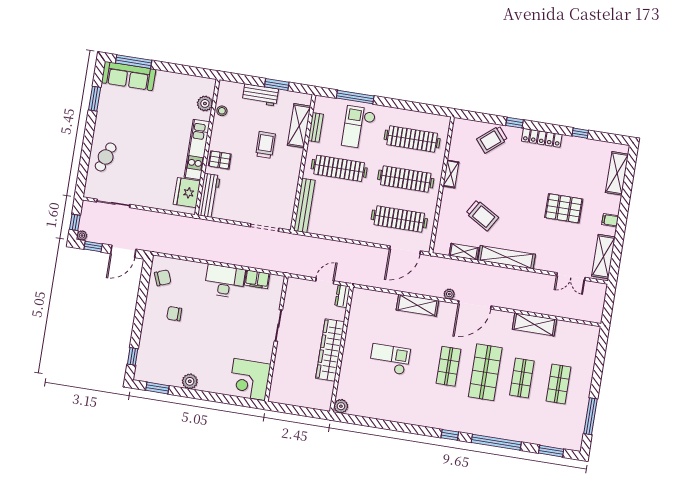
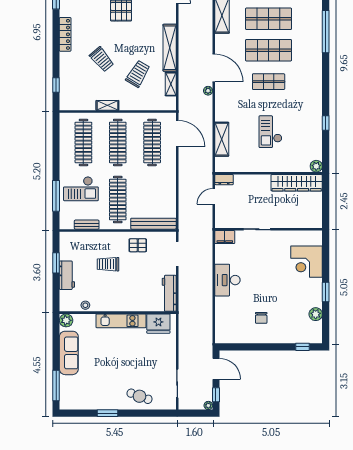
sofa: (129, 76) -> (69, 353), moved
window: (95, 99) -> (107, 413), moved
plant: (205, 103) -> (66, 320), moved
window: (515, 123) -> (56, 85), moved
shelving: (299, 126) -> (87, 239), removed
trolley: (492, 139) -> (102, 59), moved
pallet: (220, 160) -> (138, 245), moved, turned 90
workbench: (209, 196) -> (169, 293), moved, turned -90
window: (75, 222) -> (198, 413), removed
chair: (163, 278) -> (233, 332), removed
filing cabinet: (257, 279) -> (225, 237), moved, turned 90
door: (325, 281) -> (214, 196), hinge flipped
shelving: (417, 305) -> (222, 139), moved
wardrobe: (330, 350) -> (297, 183), moved
shop shelf: (522, 378) -> (269, 19), width x1.43, depth x1.36
corner desk: (250, 379) -> (307, 262), moved, turned 90
plant: (190, 381) -> (316, 314), moved
window: (157, 388) -> (326, 292), moved
window: (450, 435) -> (326, 123), moved

